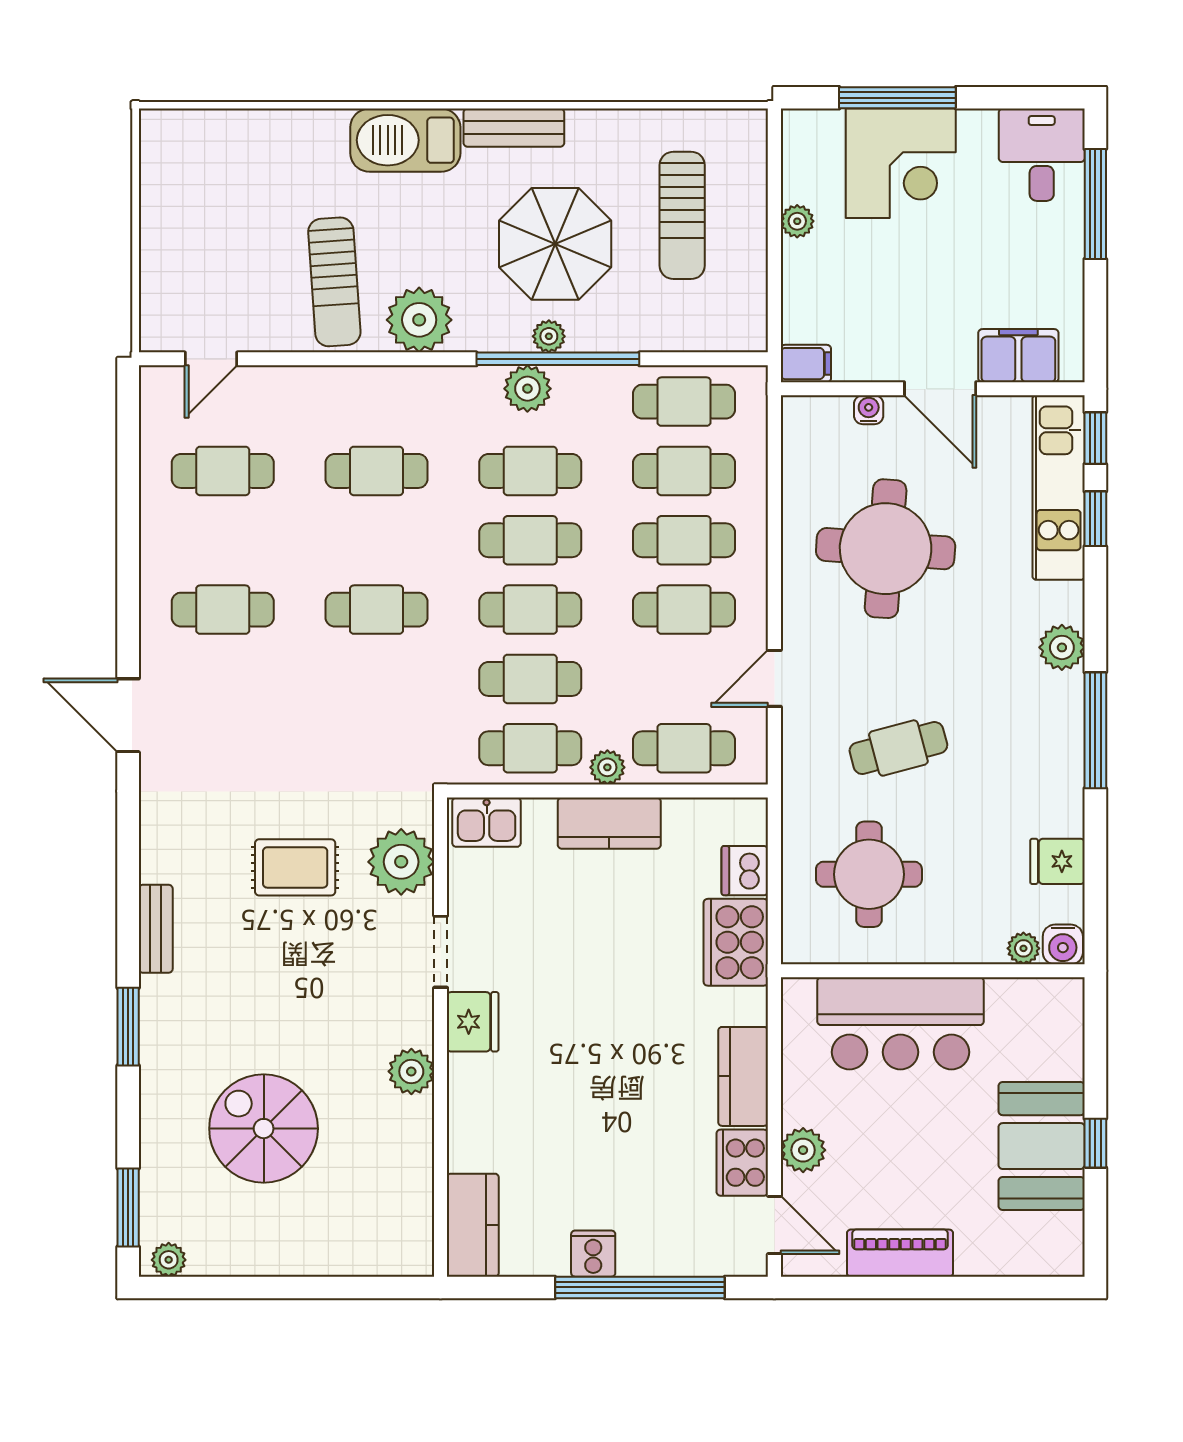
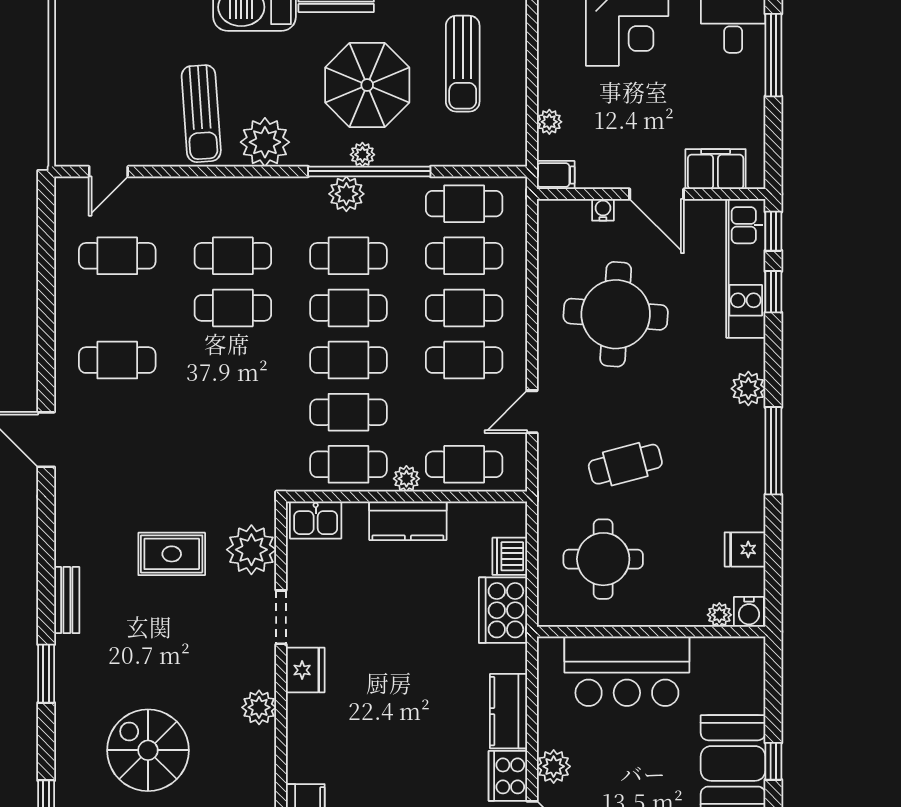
plant: (797, 221) -> (549, 122), moved
cafe table: (377, 610) -> (233, 308), moved

